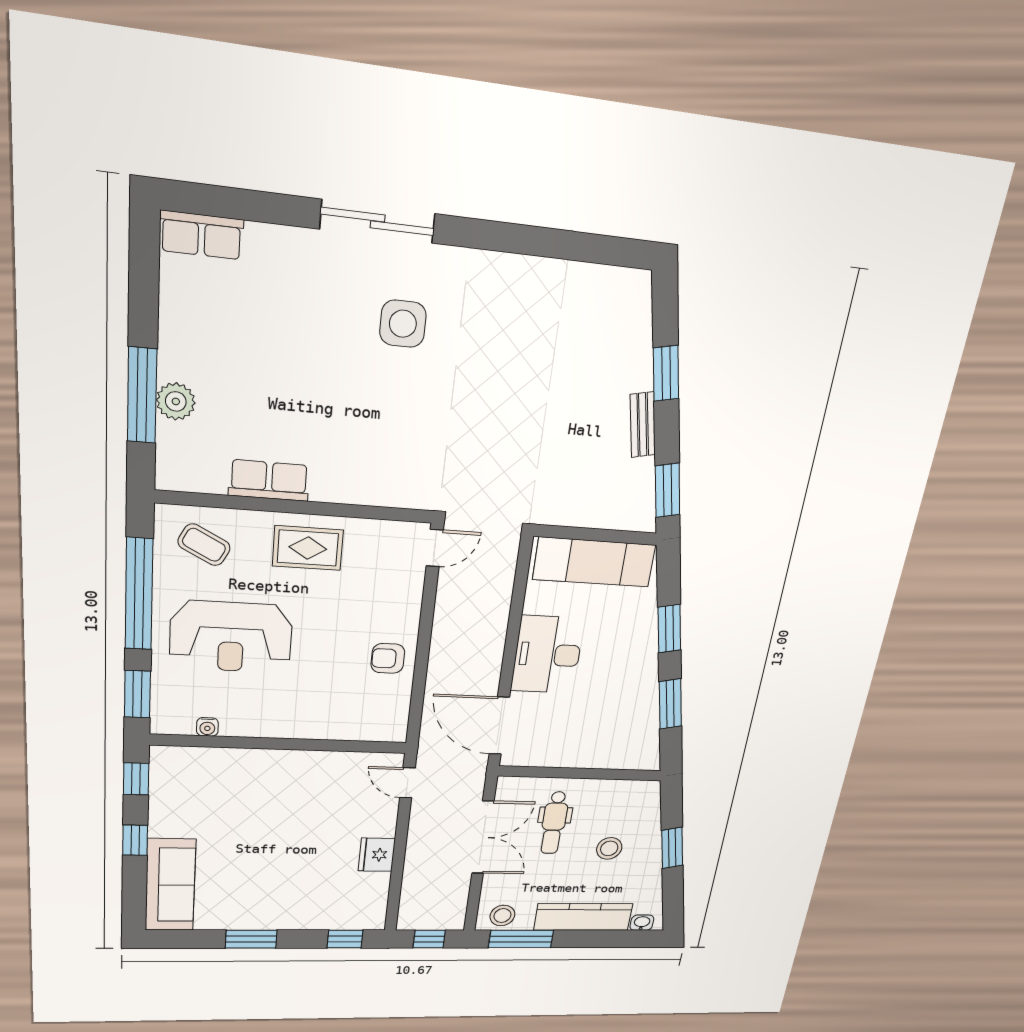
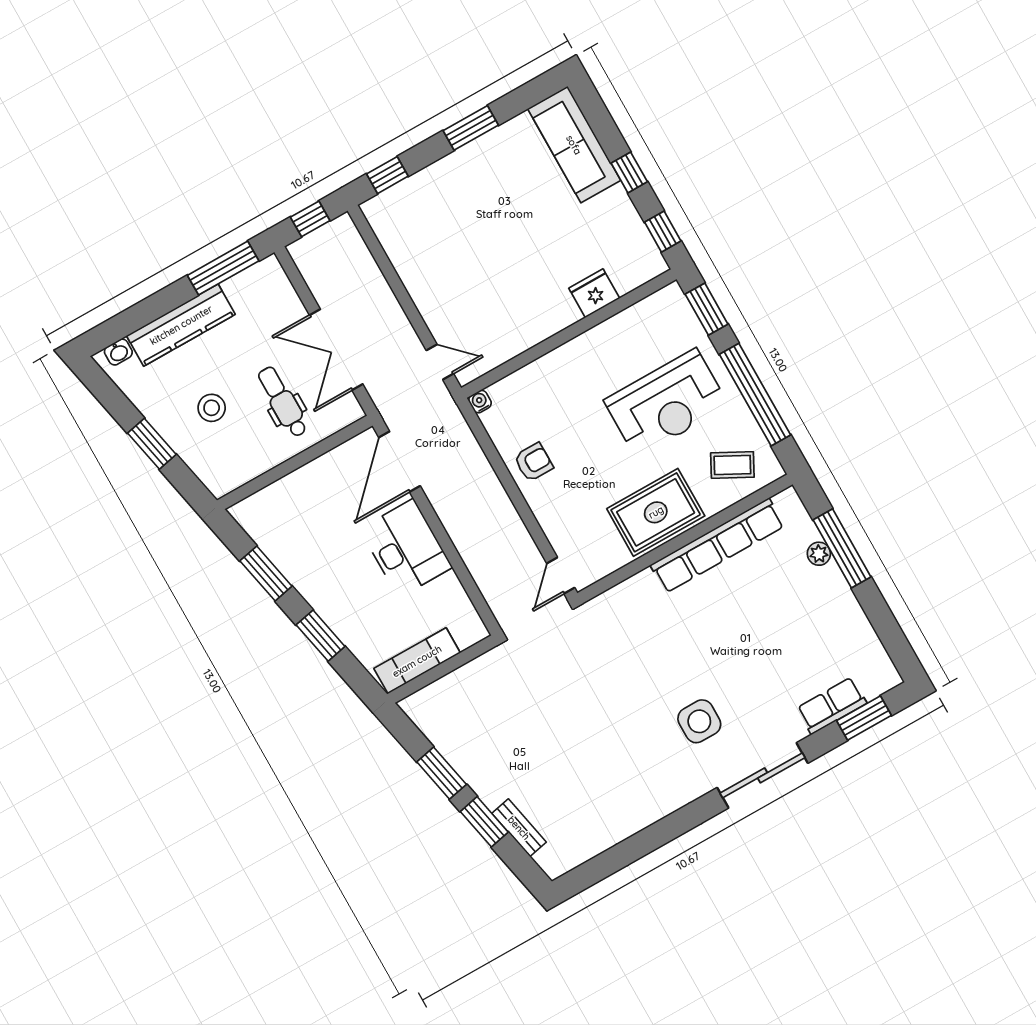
window: (230, 203) -> (864, 718), added
row of seats: (202, 235) -> (832, 706), moved
plant: (176, 401) -> (819, 554), width x0.73, depth x0.73
bench: (643, 425) -> (519, 828), moved
row of seats: (269, 480) -> (717, 545), width x2.02
window: (668, 490) -> (442, 773), moved
rug: (308, 548) -> (656, 512), width x1.36, depth x1.43
exam couch: (594, 562) -> (417, 661), width x0.73, depth x0.69
reception desk: (231, 637) -> (666, 403), turned 180
door: (499, 726) -> (400, 462), swing flipped
water cooler: (207, 727) -> (480, 402), moved
fridge: (377, 855) -> (594, 293), moved, turned -90
stool: (502, 916) -> (259, 282), removed

